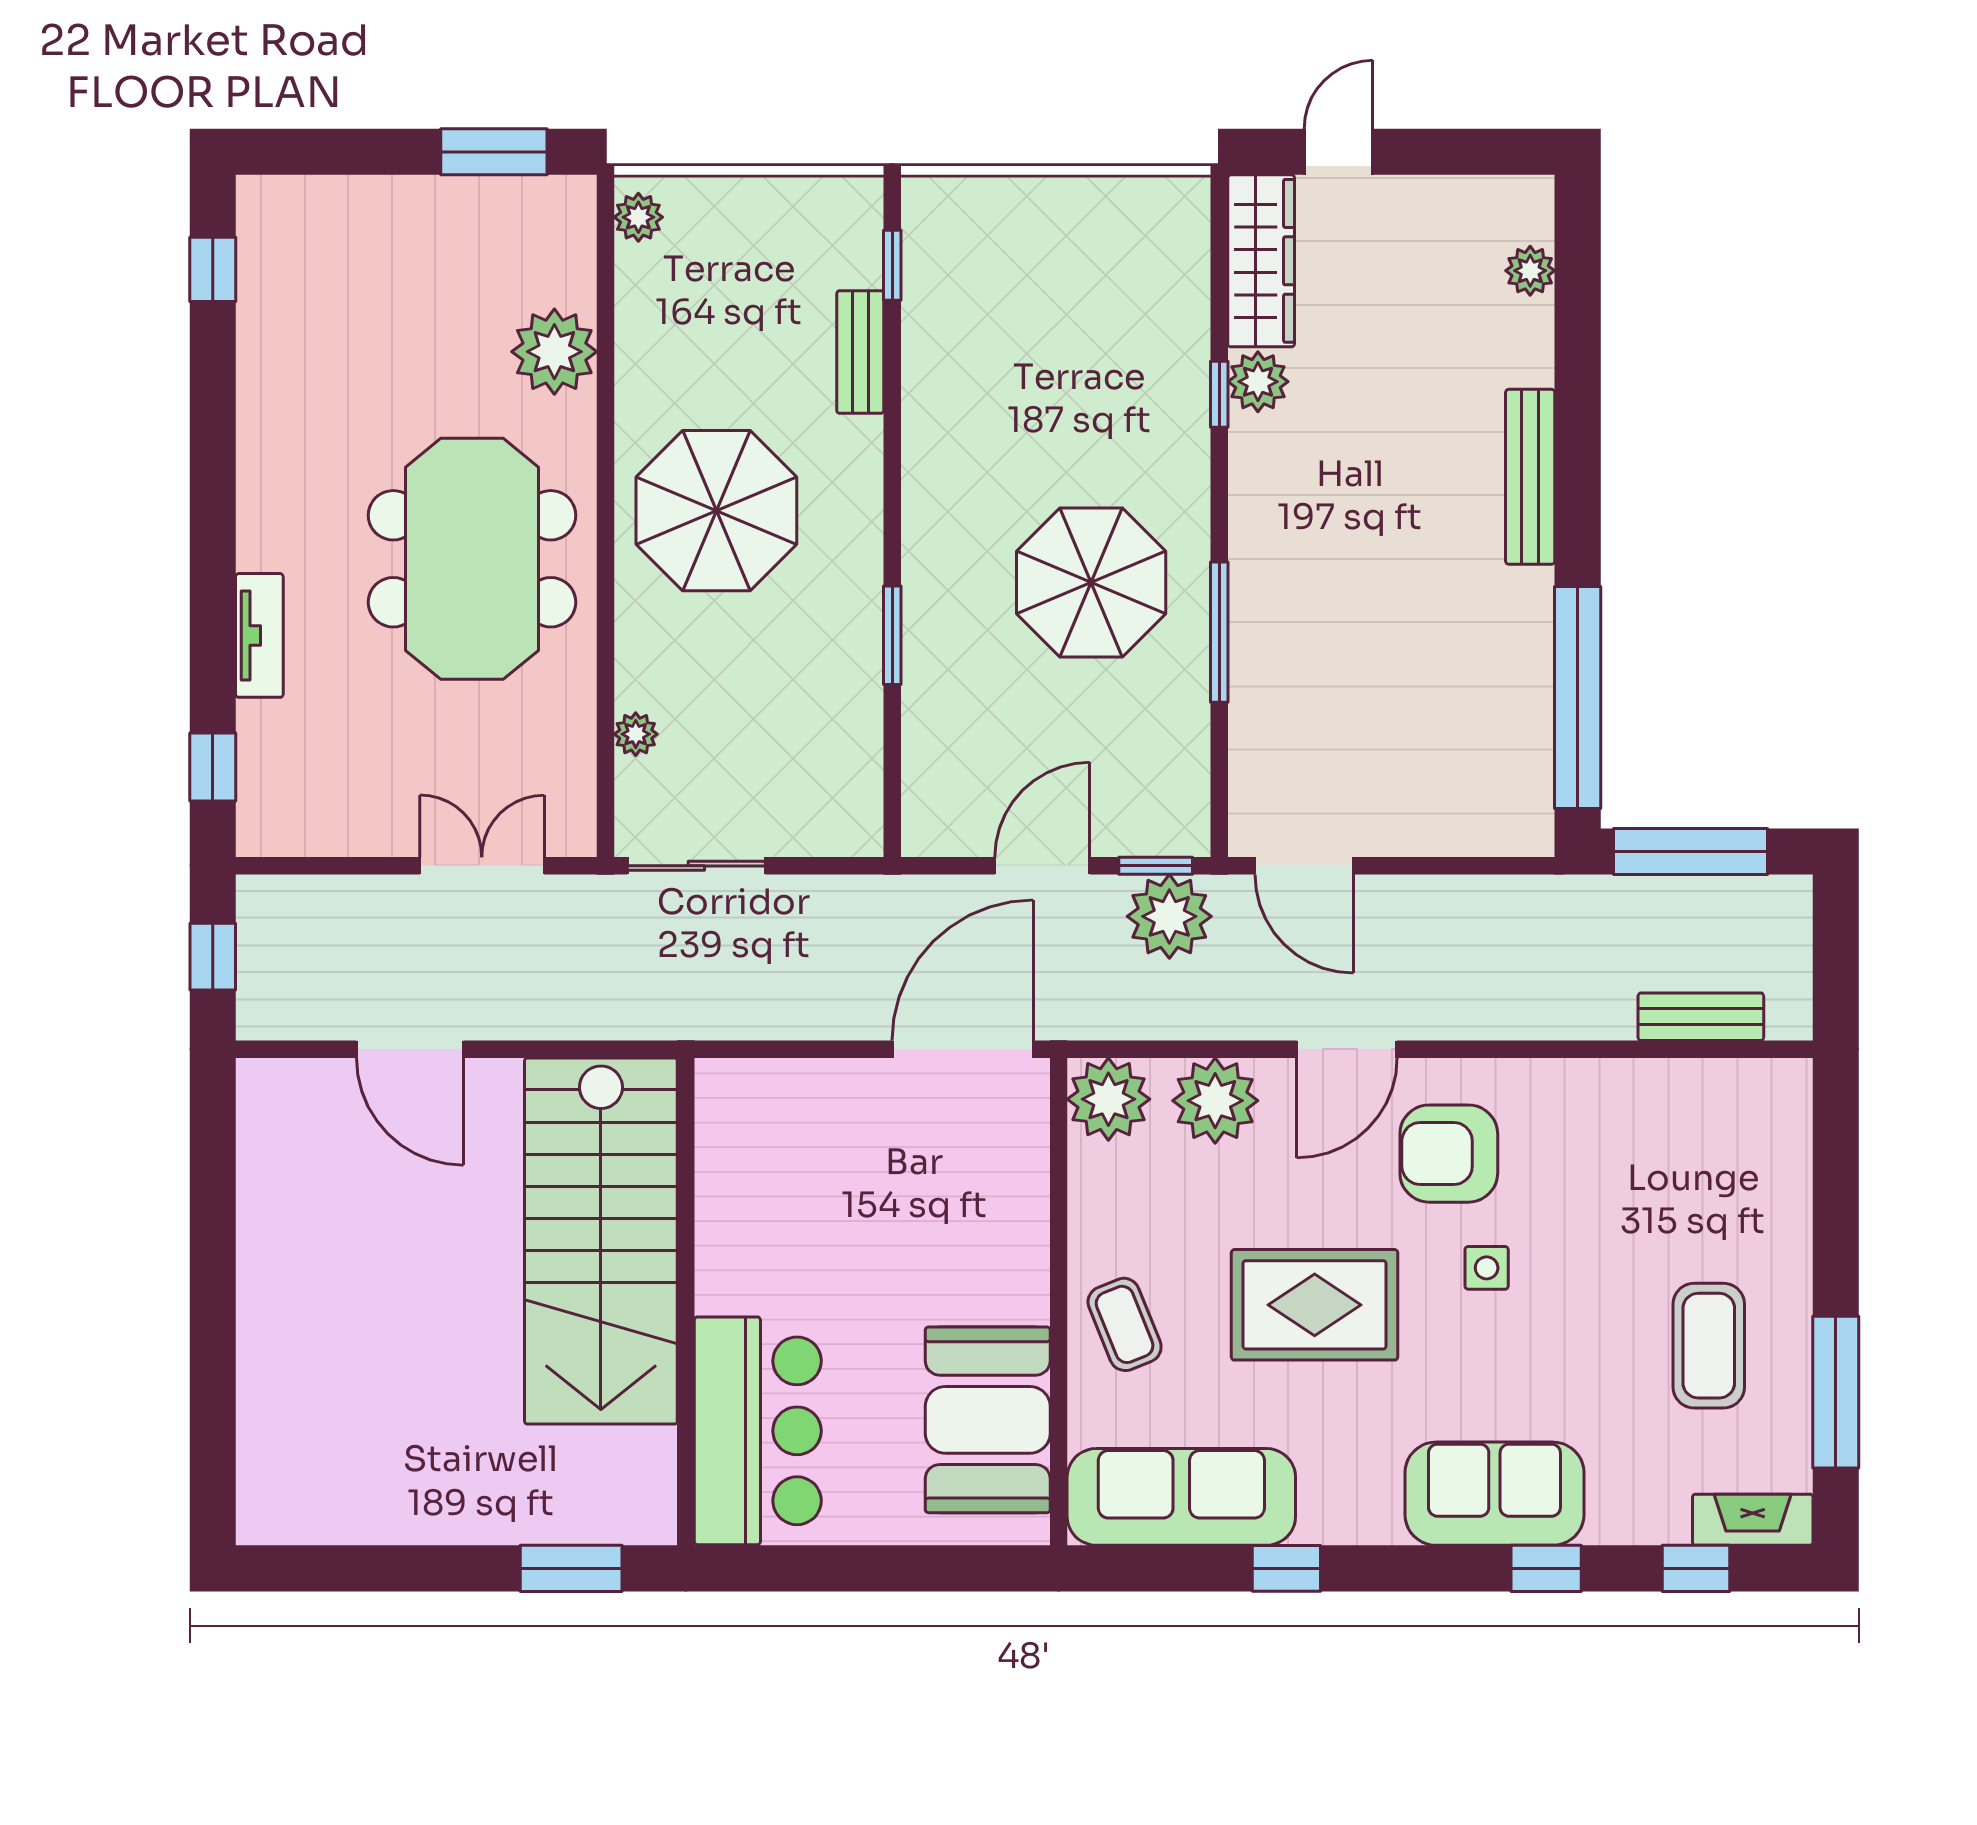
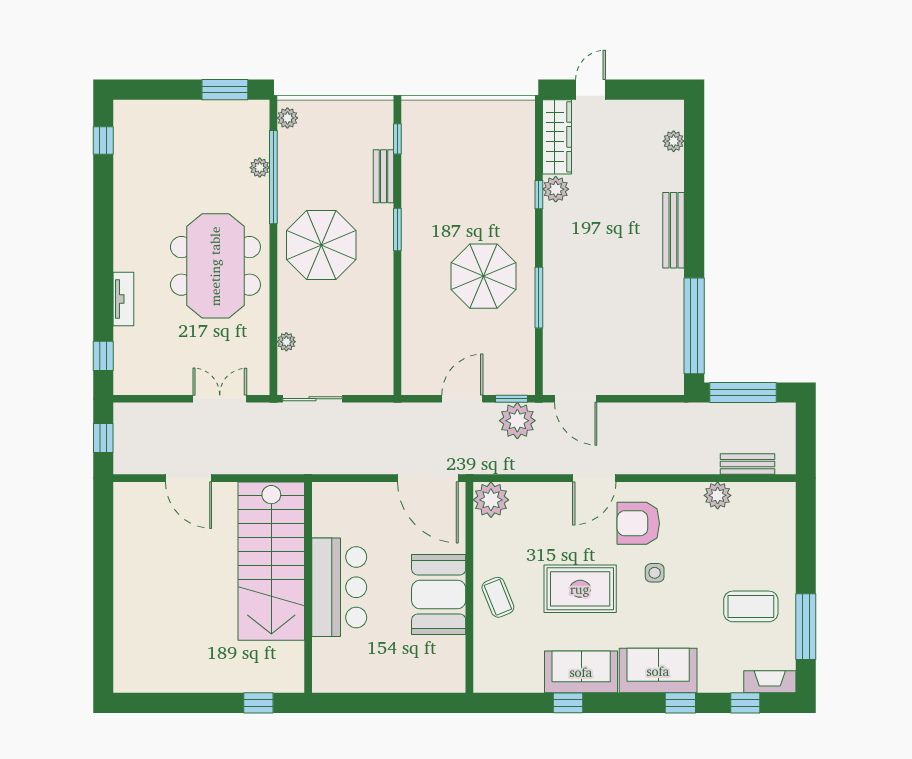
plant: (554, 352) -> (260, 168), width x0.53, depth x0.53
window: (606, 354) -> (273, 177), added
window: (892, 635) -> (397, 230), moved
door: (963, 1049) -> (428, 478), swing flipped
plant: (1215, 1101) -> (718, 495), moved, width x0.73, depth x0.73
coffee table: (1709, 1346) -> (751, 606), turned 90
booth: (988, 1420) -> (439, 594), moved
bar counter: (758, 1431) -> (339, 587), moved
sofa: (1181, 1497) -> (581, 672), moved, width x0.73
window: (571, 1568) -> (258, 703), width x0.67

